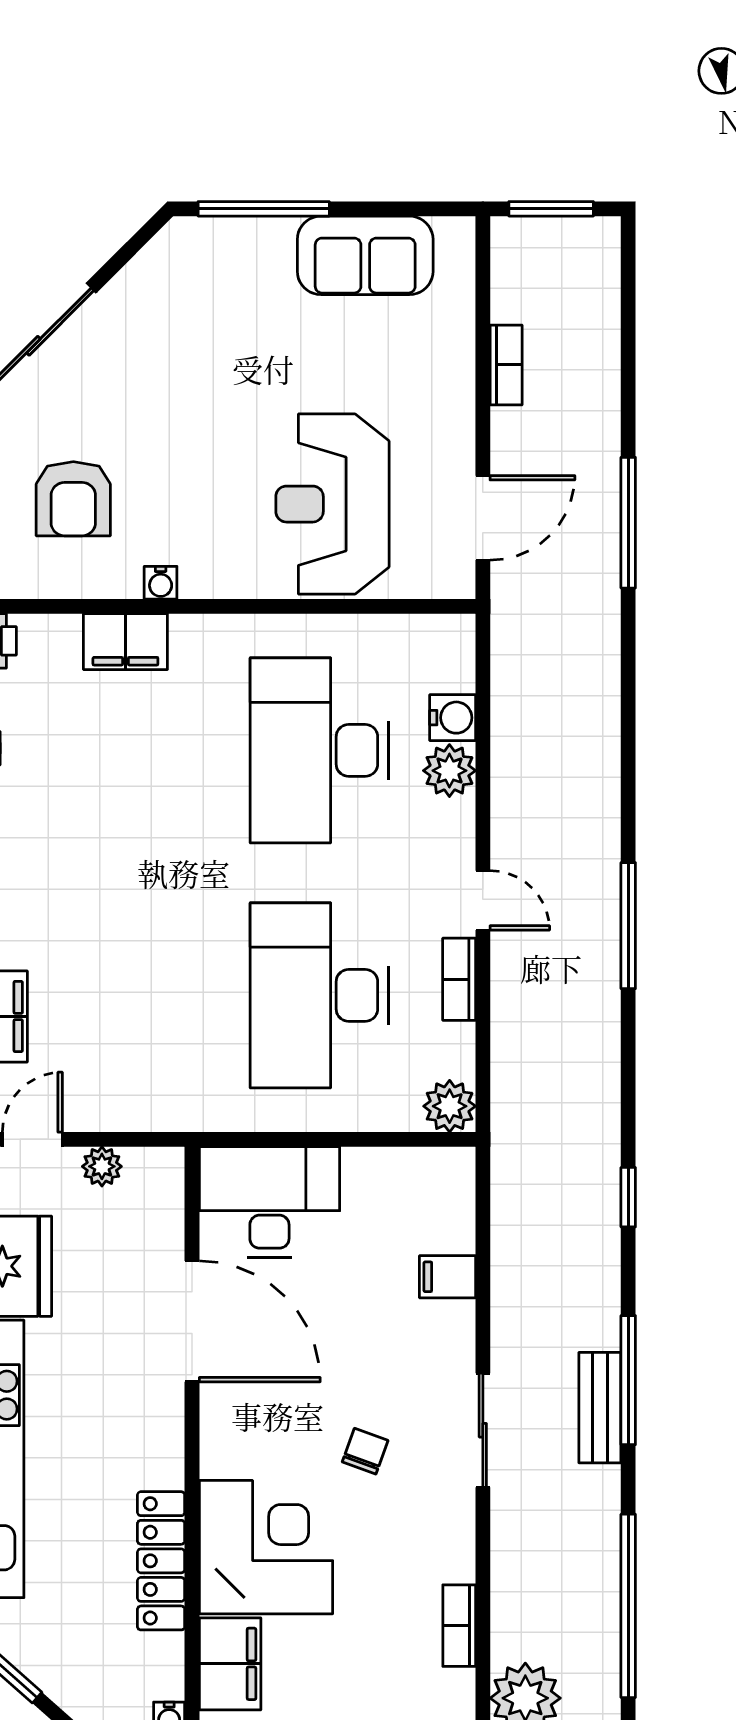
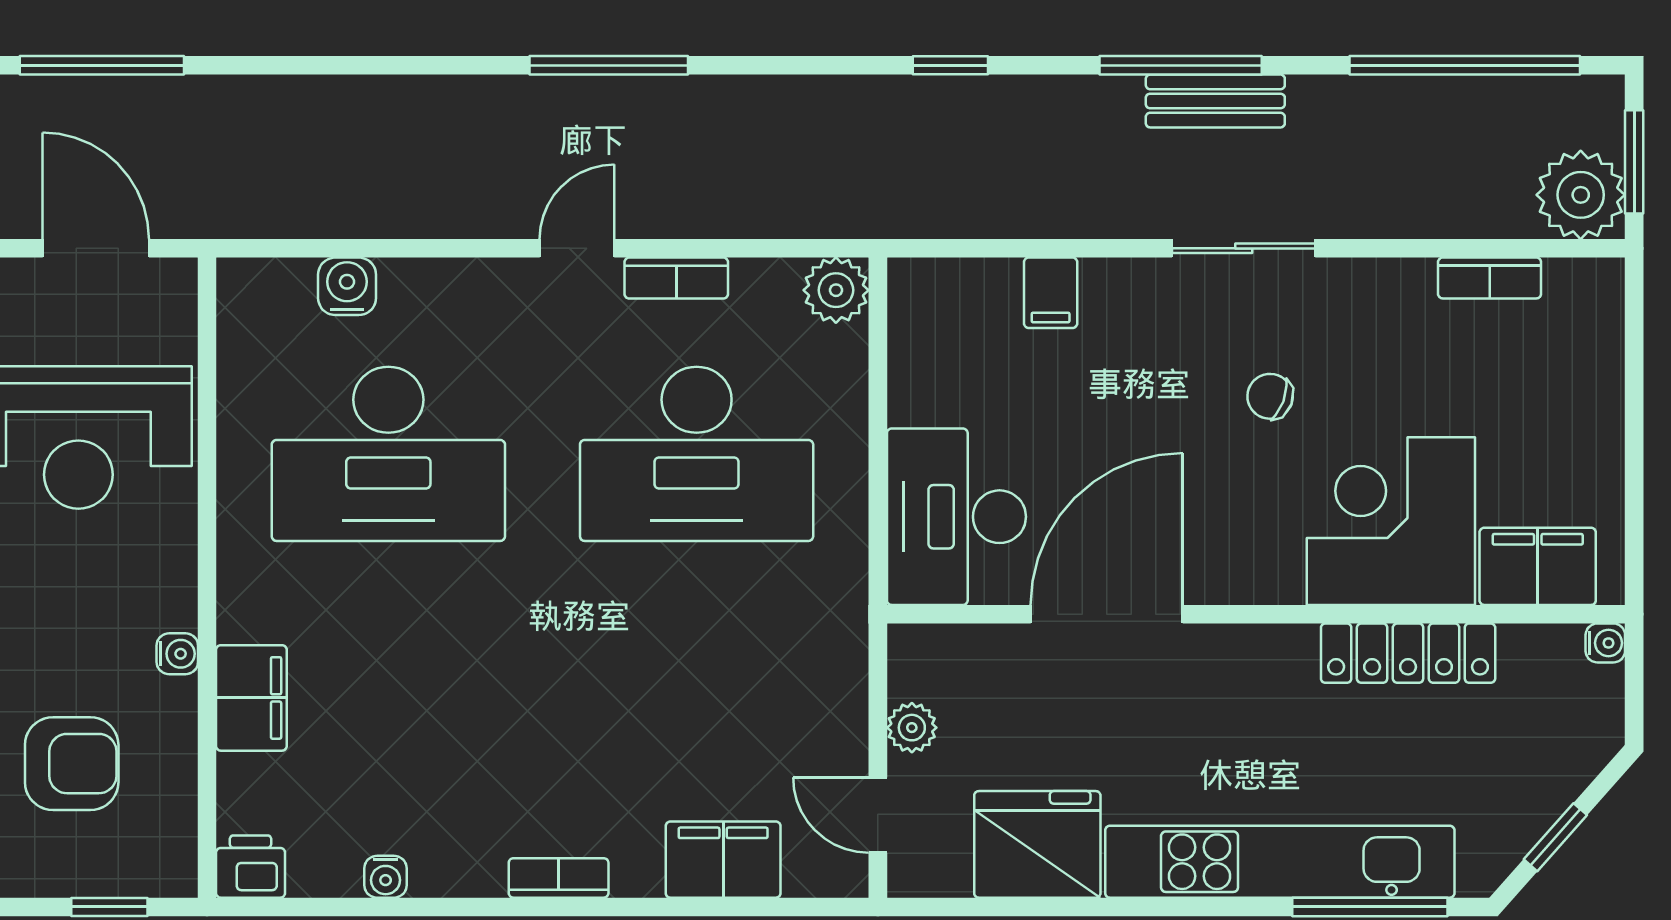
plant: (449, 771) -> (414, 290), removed

